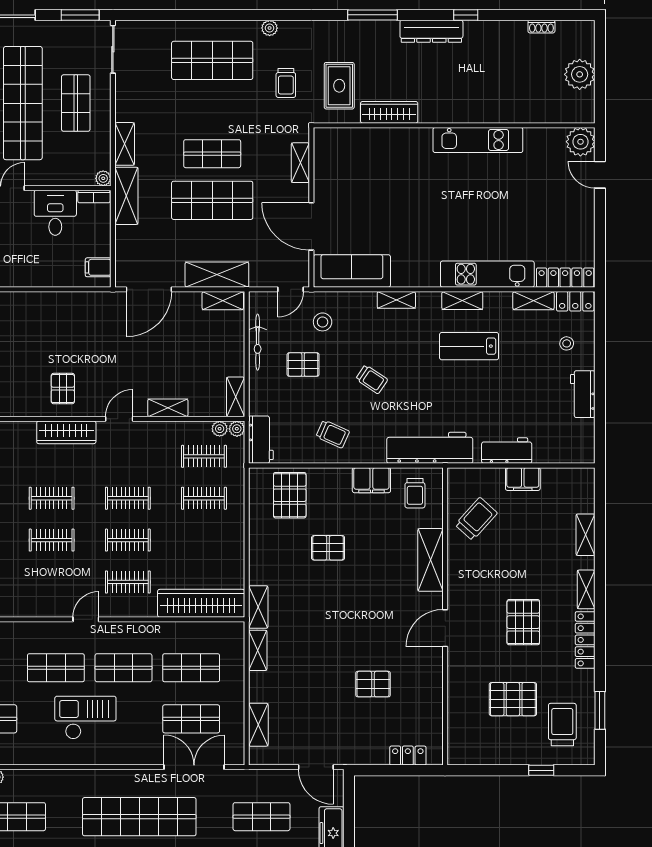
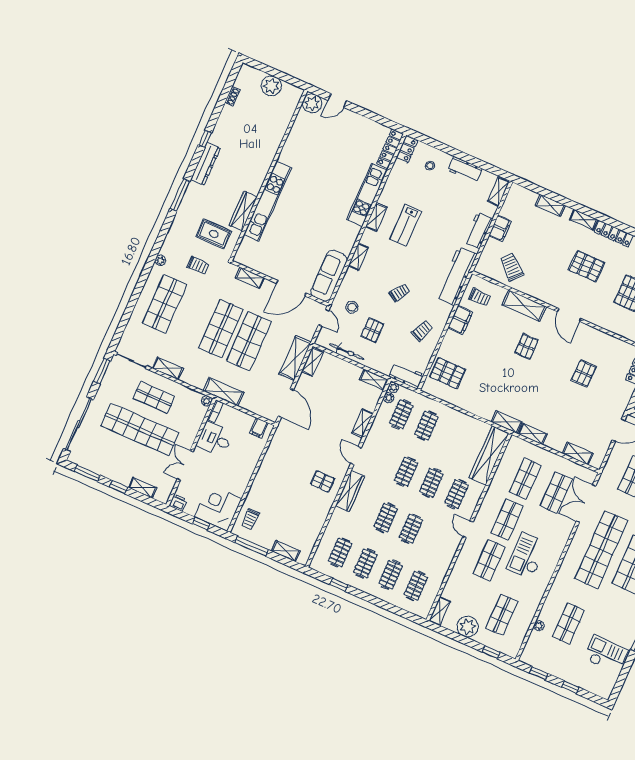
kitchen unit: (478, 140) -> (267, 201), moved, width x1.36
shelving: (125, 144) -> (168, 368), moved
shop shelf: (212, 154) -> (221, 329), width x1.43, depth x1.36
shelving: (533, 301) -> (498, 192), moved
pallet: (328, 548) -> (527, 346), moved

